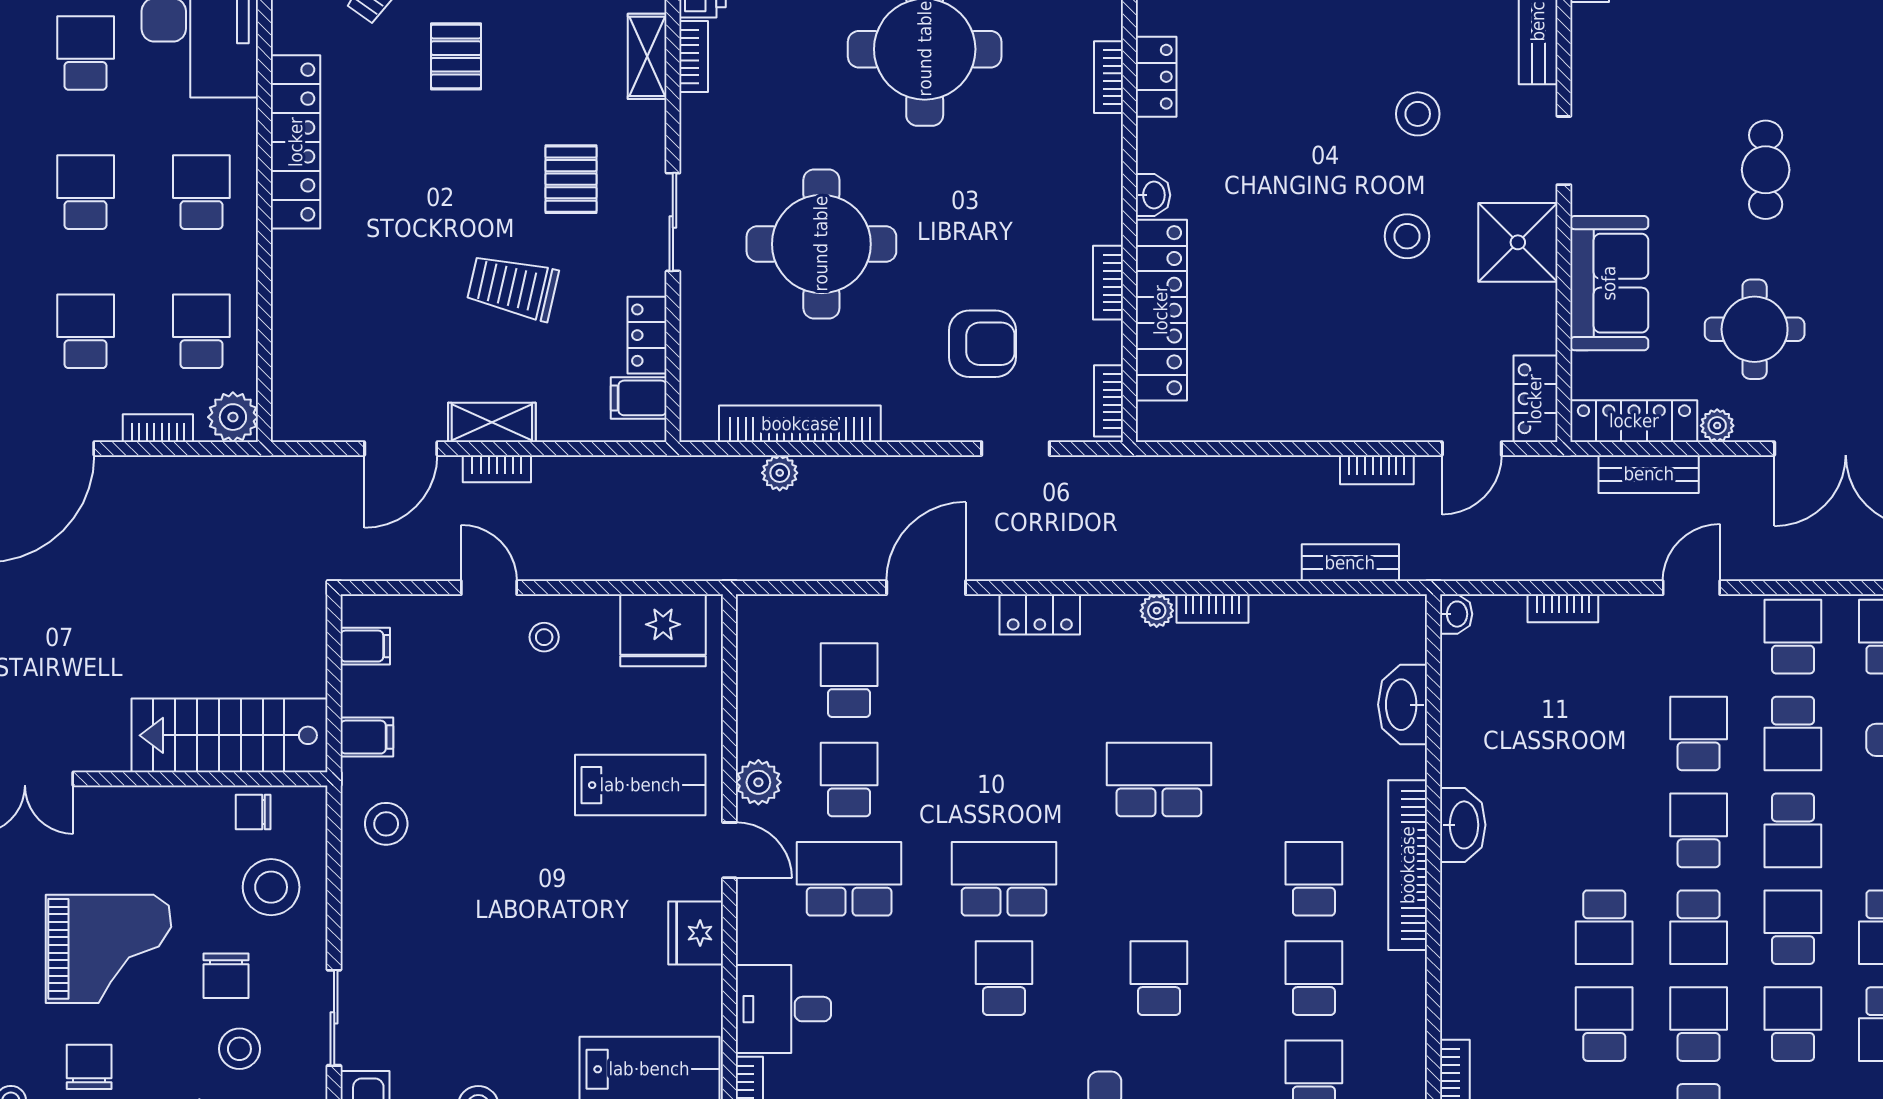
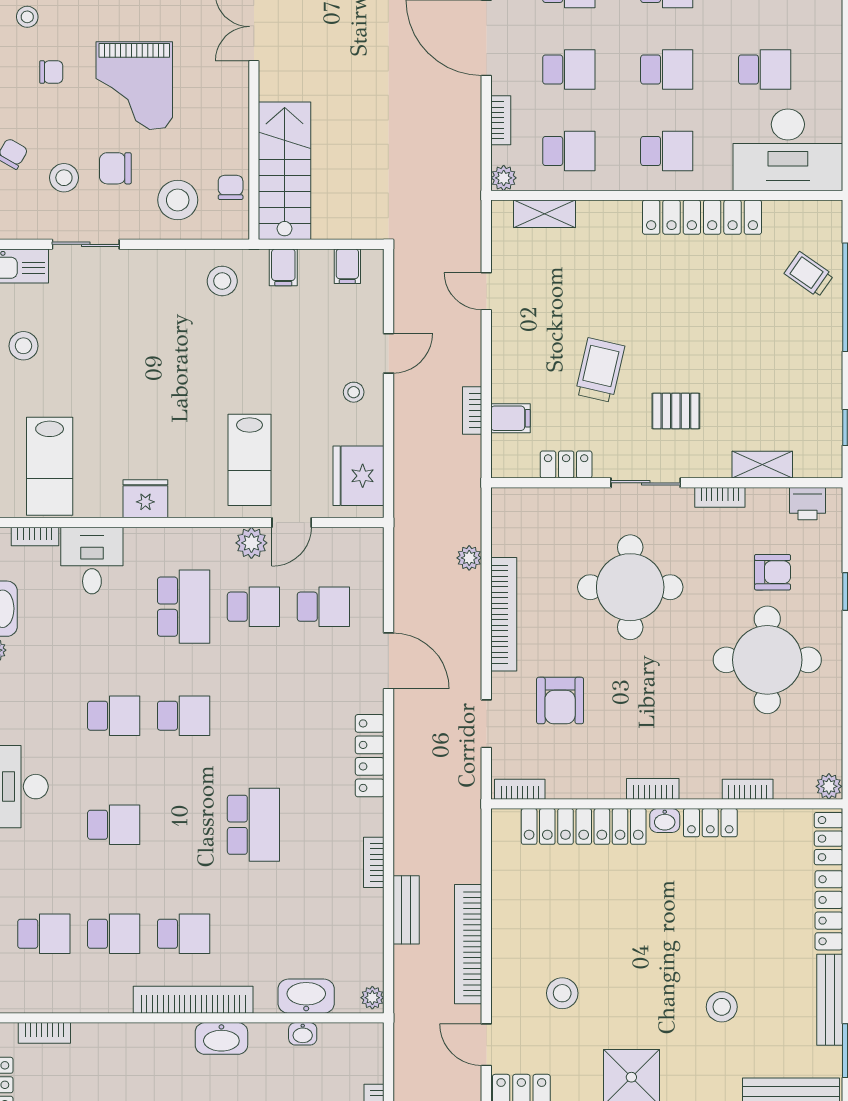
armchair: (800, 42) -> (773, 572), added
pallet: (456, 56) -> (762, 330), removed
bookcase: (694, 57) -> (720, 497), moved
locker: (1156, 77) -> (710, 823), moved
stool: (1407, 236) -> (562, 993), moved
bookcase: (1108, 283) -> (653, 789), moved
filing cabinet: (639, 398) -> (510, 418), moved, turned 90
plant: (233, 417) -> (504, 178), width x0.73, depth x0.73
shelving: (492, 422) -> (545, 214), moved, turned 90
bookcase: (800, 424) -> (504, 614), moved
door: (401, 449) -> (486, 291), width x0.73
bookcase: (497, 469) -> (472, 410), moved
bookcase: (1377, 470) -> (468, 944), width x2.31, depth x1.31
bench: (1350, 563) -> (406, 910), moved
plant: (1157, 611) -> (372, 998), moved
locker: (1040, 614) -> (370, 756), width x1.53
washbasin: (1456, 614) -> (303, 1034), moved
door: (729, 850) -> (292, 523), moved
school desk: (1004, 879) -> (184, 716), width x0.54
chair: (89, 1067) -> (51, 72), width x0.73, depth x0.73

